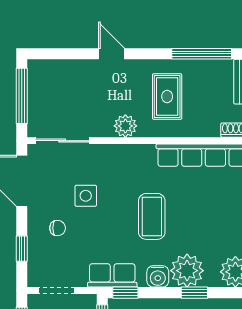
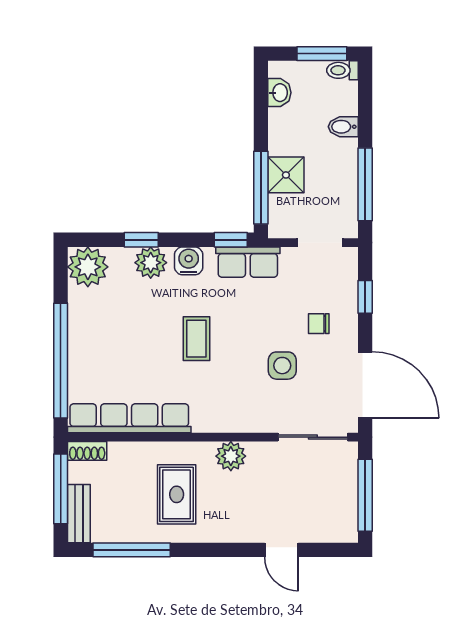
door: (111, 54) -> (281, 550), moved
coffee table: (152, 216) -> (196, 339), width x0.73, depth x0.77
plant: (187, 271) -> (151, 263), width x0.73, depth x0.73

